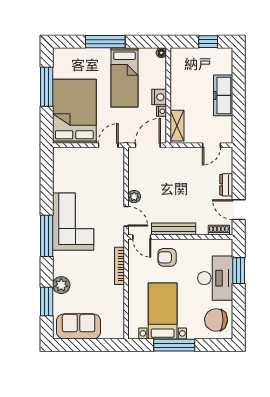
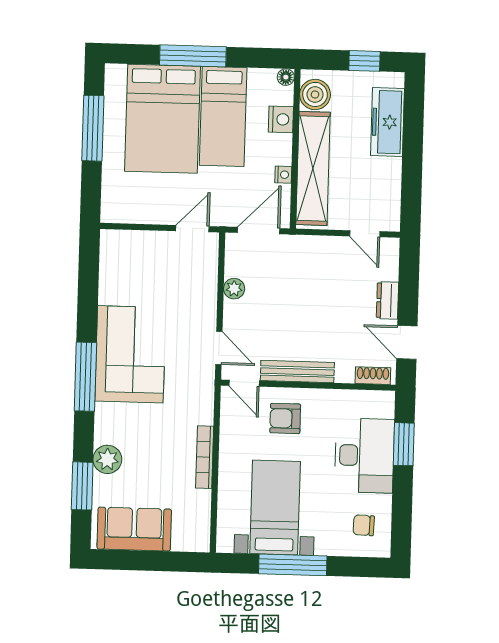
boiler: (179, 63) -> (315, 94), added
freezer: (223, 95) -> (387, 122), moved
nightstand: (159, 97) -> (281, 119), moved
bed: (74, 111) -> (162, 119), moved, turned 180
shelving: (177, 126) -> (313, 168), width x2.20, depth x1.33
door: (212, 145) -> (365, 234), hinge flipped
plant: (134, 197) -> (234, 289), moved
bookcase: (119, 266) -> (205, 457), moved
chair: (216, 320) -> (364, 525), width x0.54, depth x0.54

